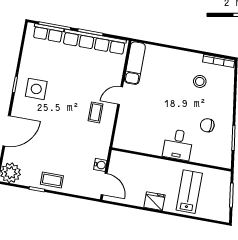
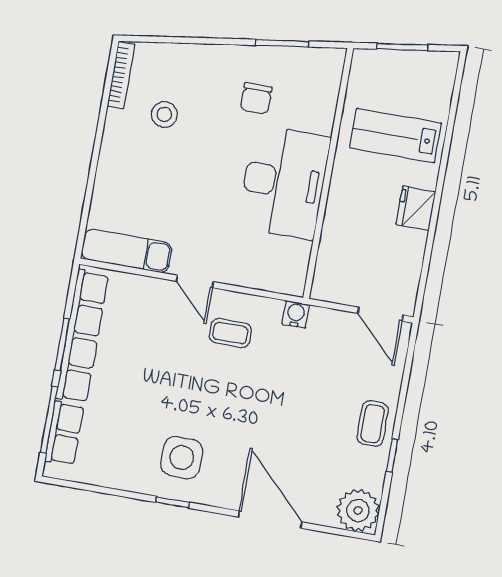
desk: (178, 145) -> (284, 182), width x1.87, depth x1.30
water cooler: (100, 165) -> (296, 314), moved
door: (104, 184) -> (380, 314), swing flipped

